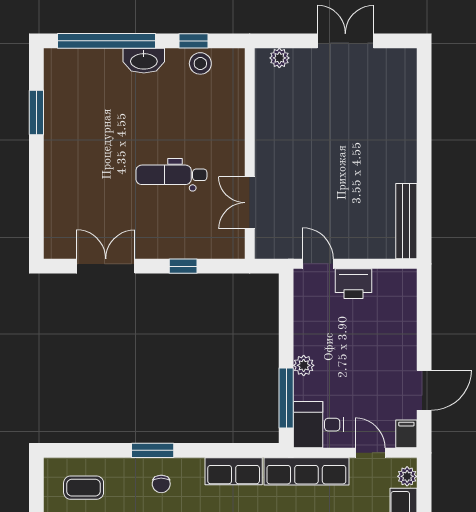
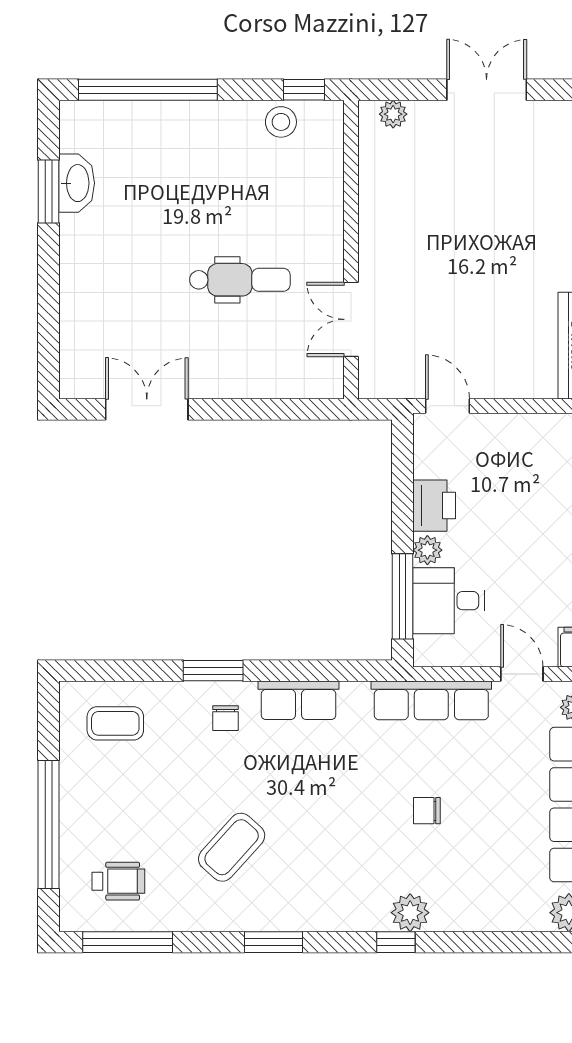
window: (193, 41) -> (304, 90), moved
washbasin: (144, 61) -> (77, 183), moved, turned -90
dental chair: (171, 175) -> (240, 280), turned 180
window: (183, 266) -> (257, 409), removed
printer: (353, 284) -> (434, 506), moved, turned -90
desk: (319, 425) -> (449, 601), moved
row of seats: (234, 471) -> (298, 700), moved

